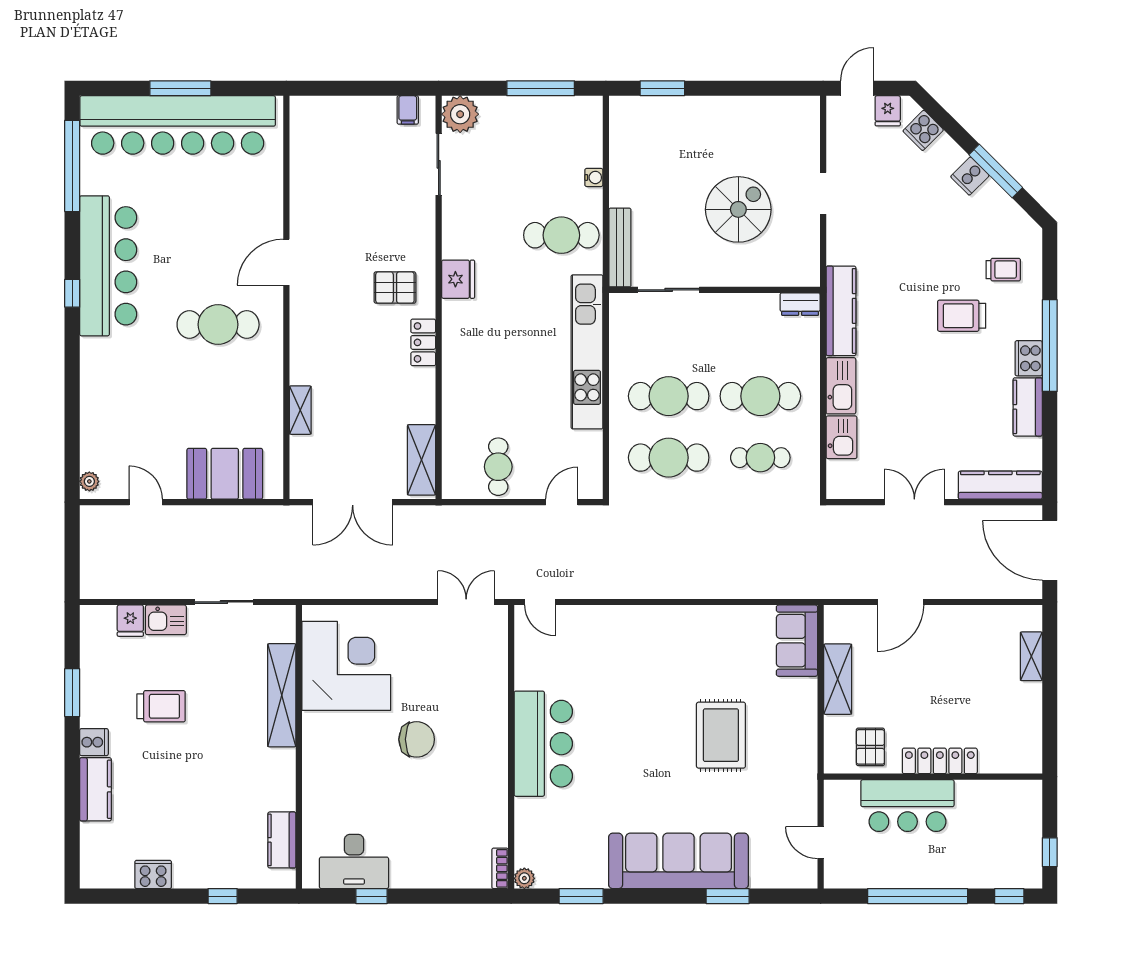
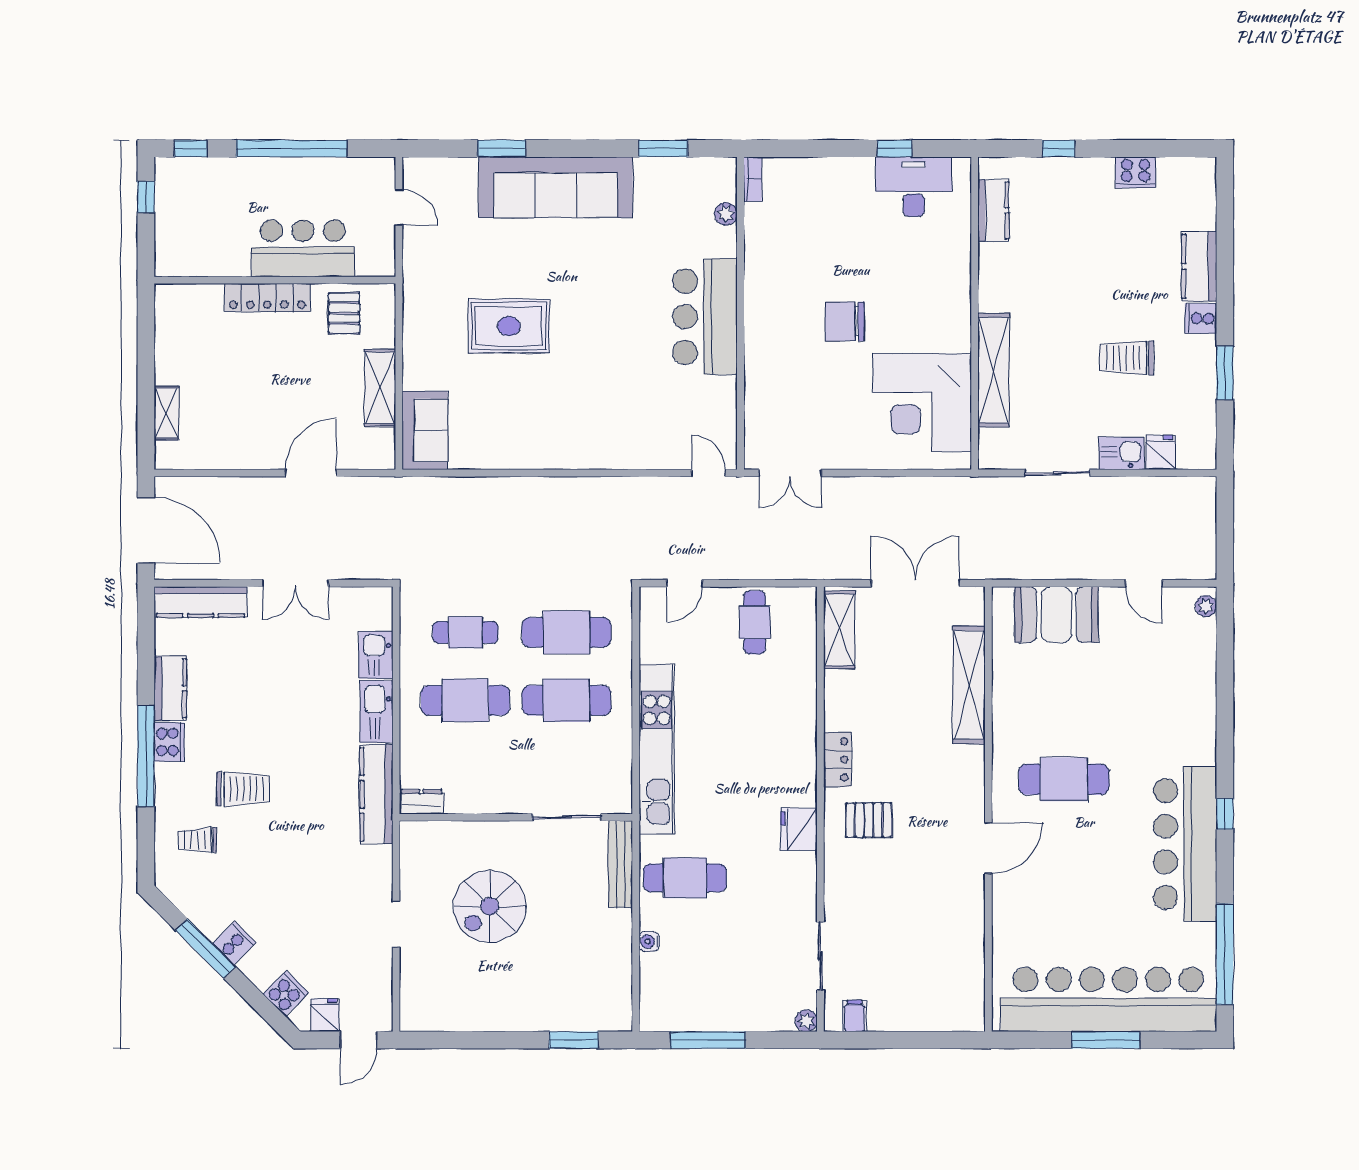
plant: (460, 114) -> (806, 1021), width x0.53, depth x0.53
shelving: (300, 410) -> (969, 685), width x2.20, depth x1.33
rug: (721, 735) -> (509, 326), turned 90
plant: (524, 878) -> (726, 214), moved

